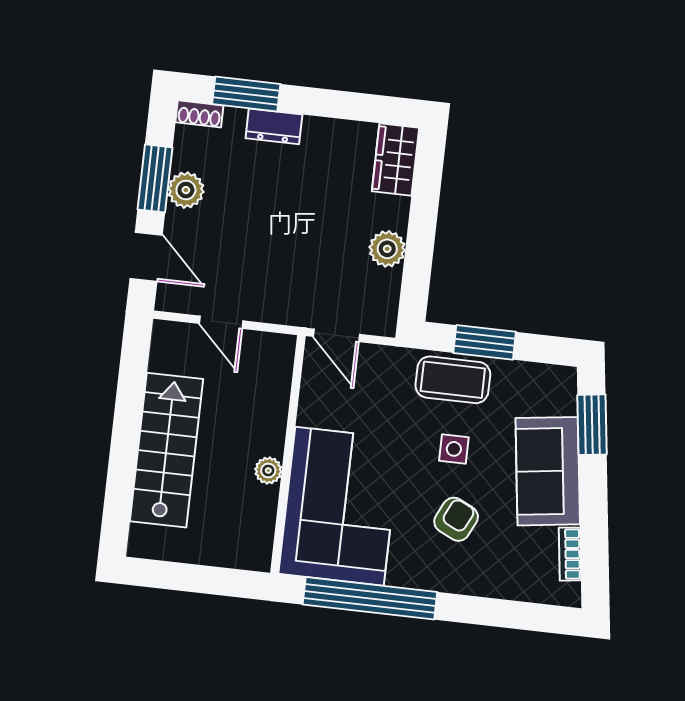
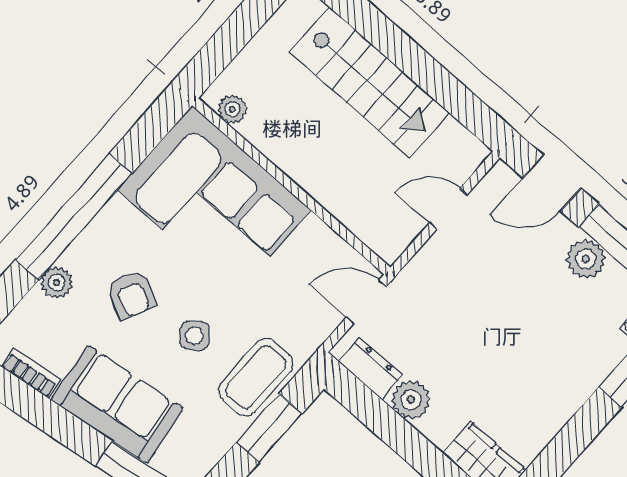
dresser: (274, 126) -> (370, 368), moved, turned 90
side table: (454, 449) -> (194, 336), turned -37
plant: (268, 471) -> (232, 109), moved
plant: (487, 583) -> (57, 283), added
window: (370, 598) -> (74, 217), moved

